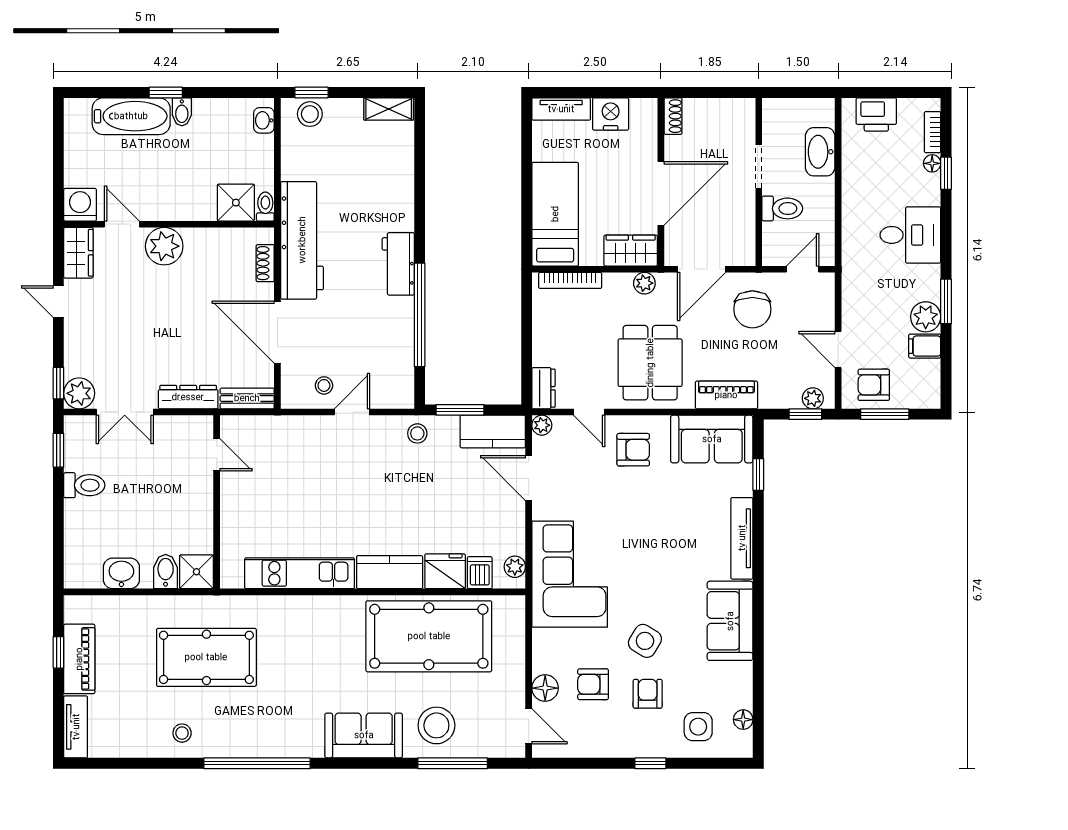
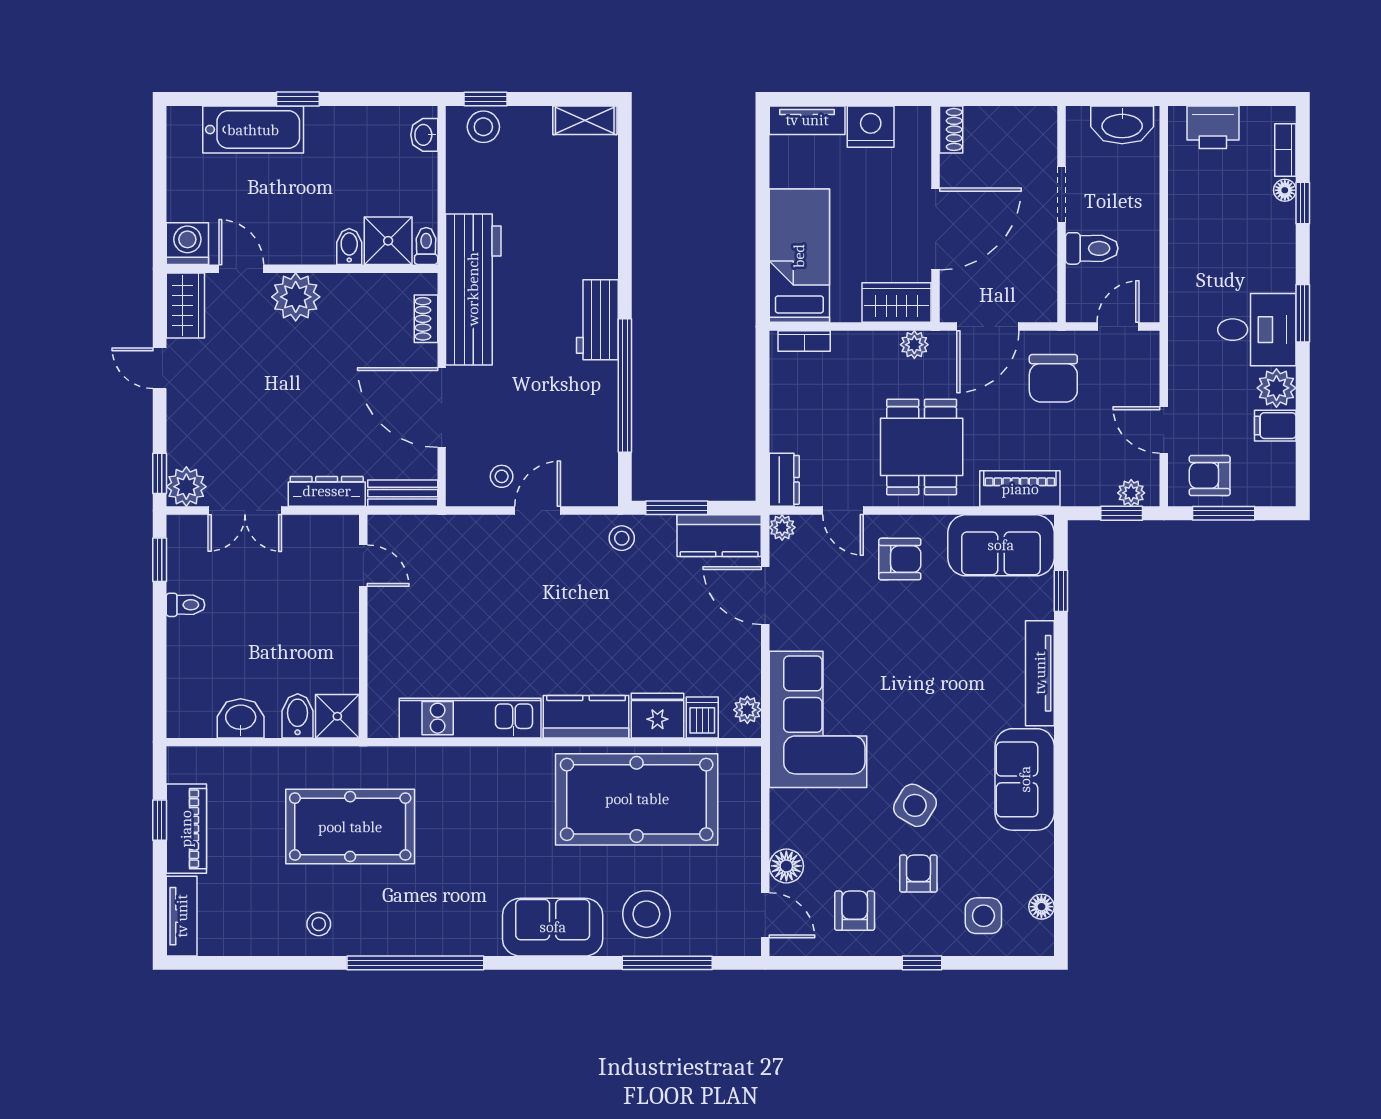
bidet: (182, 112) -> (349, 246), moved, turned 180
washbasin: (820, 152) -> (1122, 125), moved, turned -90
desk: (910, 235) -> (1257, 330), moved
bookcase: (570, 280) -> (804, 341), width x0.64
window: (946, 301) -> (1303, 313), moved
toilet: (84, 485) -> (185, 605), width x0.73, depth x0.72
armchair: (593, 684) -> (855, 911), moved, turned 90

